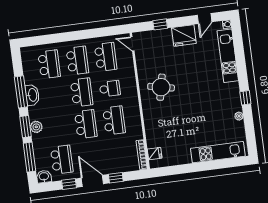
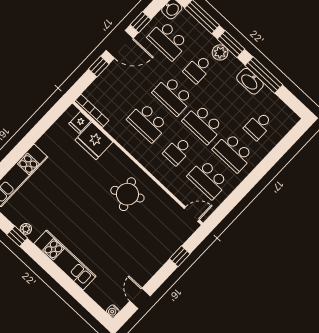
fridge: (184, 36) -> (94, 141), moved, turned -90
kitchen unit: (228, 56) -> (65, 260), moved
school desk: (49, 64) -> (258, 126), width x0.54
round table: (161, 87) -> (127, 194), turned -38
window: (245, 98) -> (17, 236), moved
school desk: (58, 128) -> (198, 69), added

